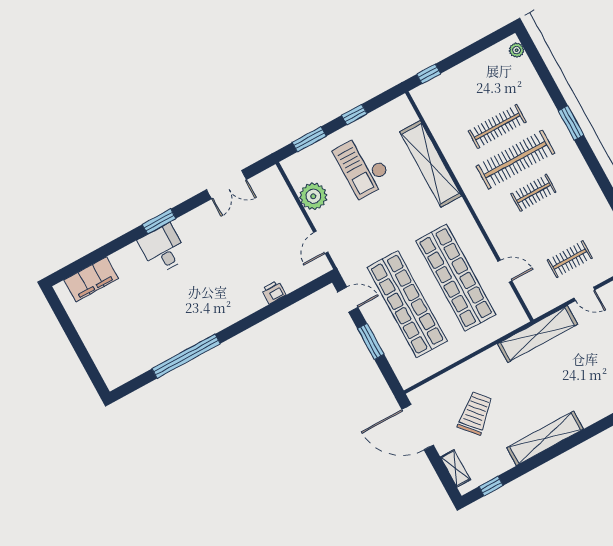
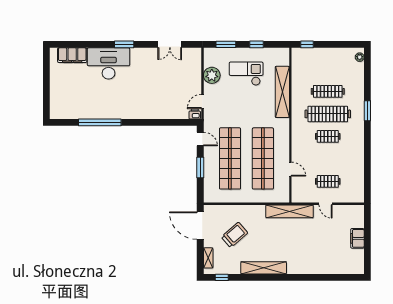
checkout: (363, 166) -> (246, 74), turned 90
desk: (163, 249) -> (109, 63), width x1.87, depth x1.30
printer: (274, 292) -> (195, 114), moved

